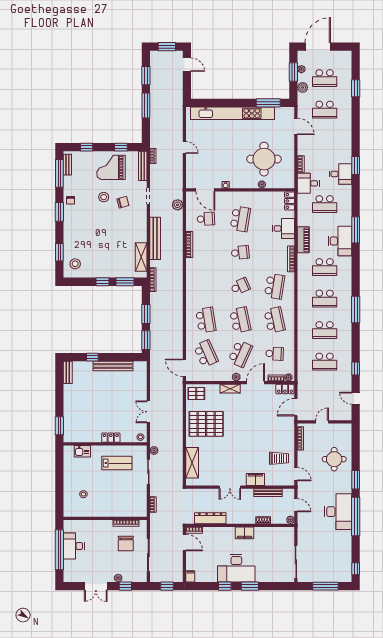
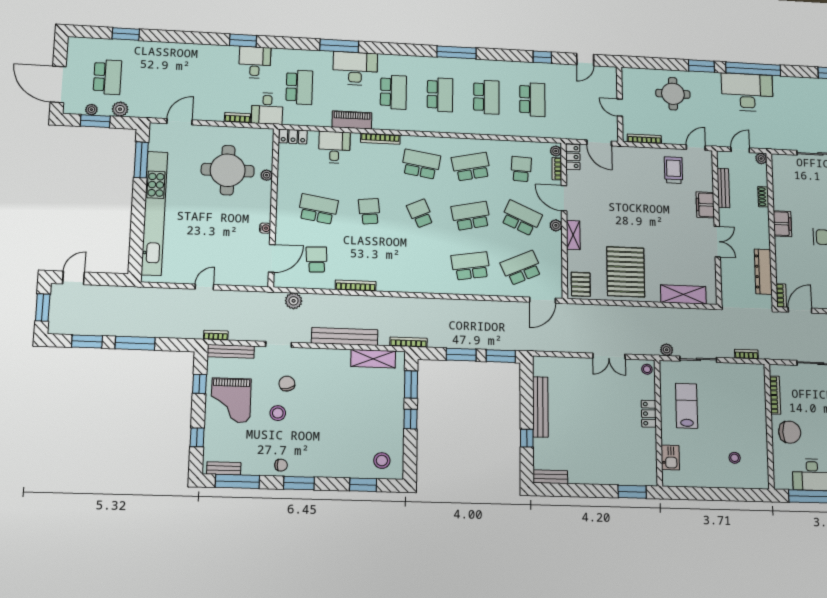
school desk: (325, 110) -> (156, 80), removed
chair: (126, 543) -> (790, 432), moved

